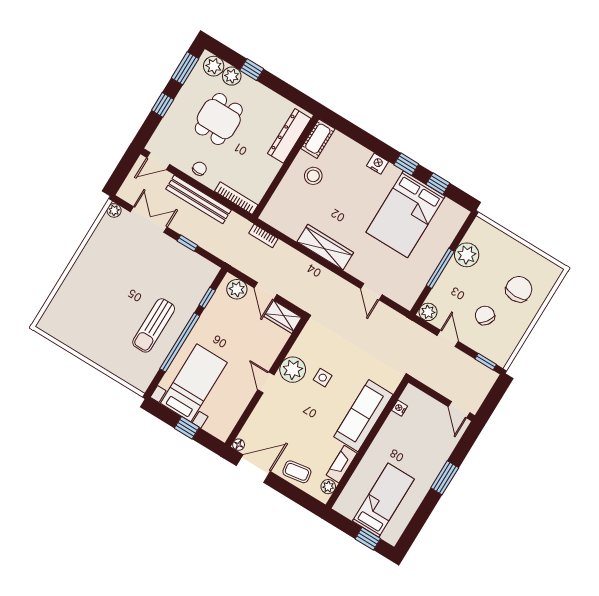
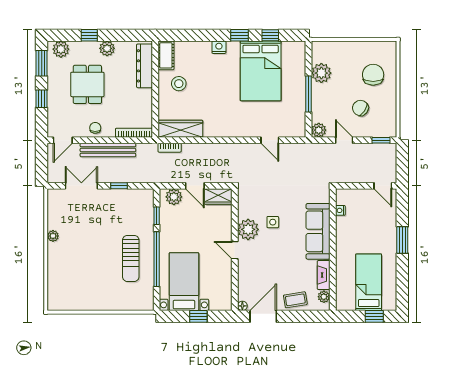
plant: (232, 76) -> (107, 48), moved
plant: (114, 210) -> (53, 236), moved
wardrobe: (325, 247) -> (180, 129), moved

